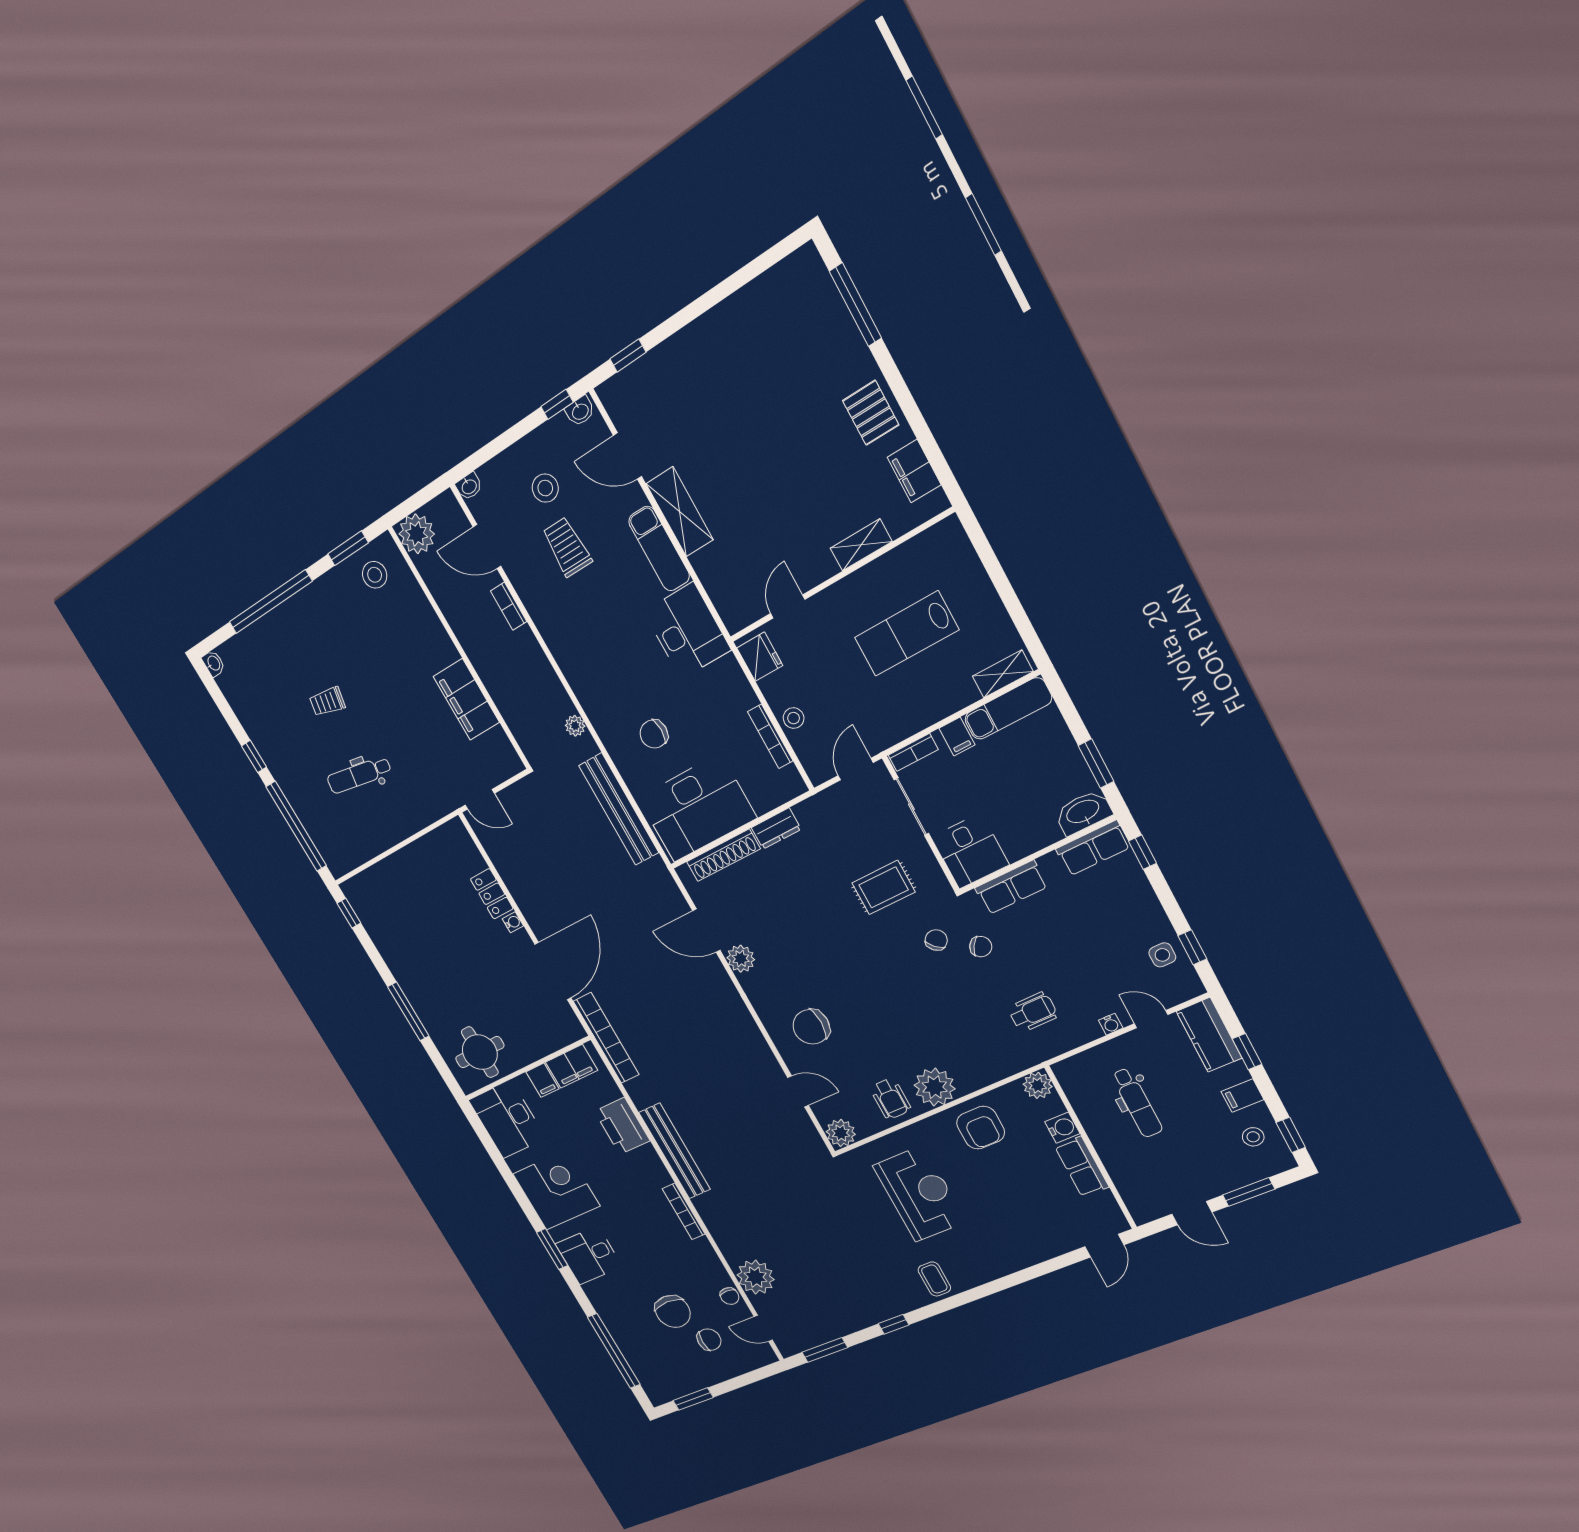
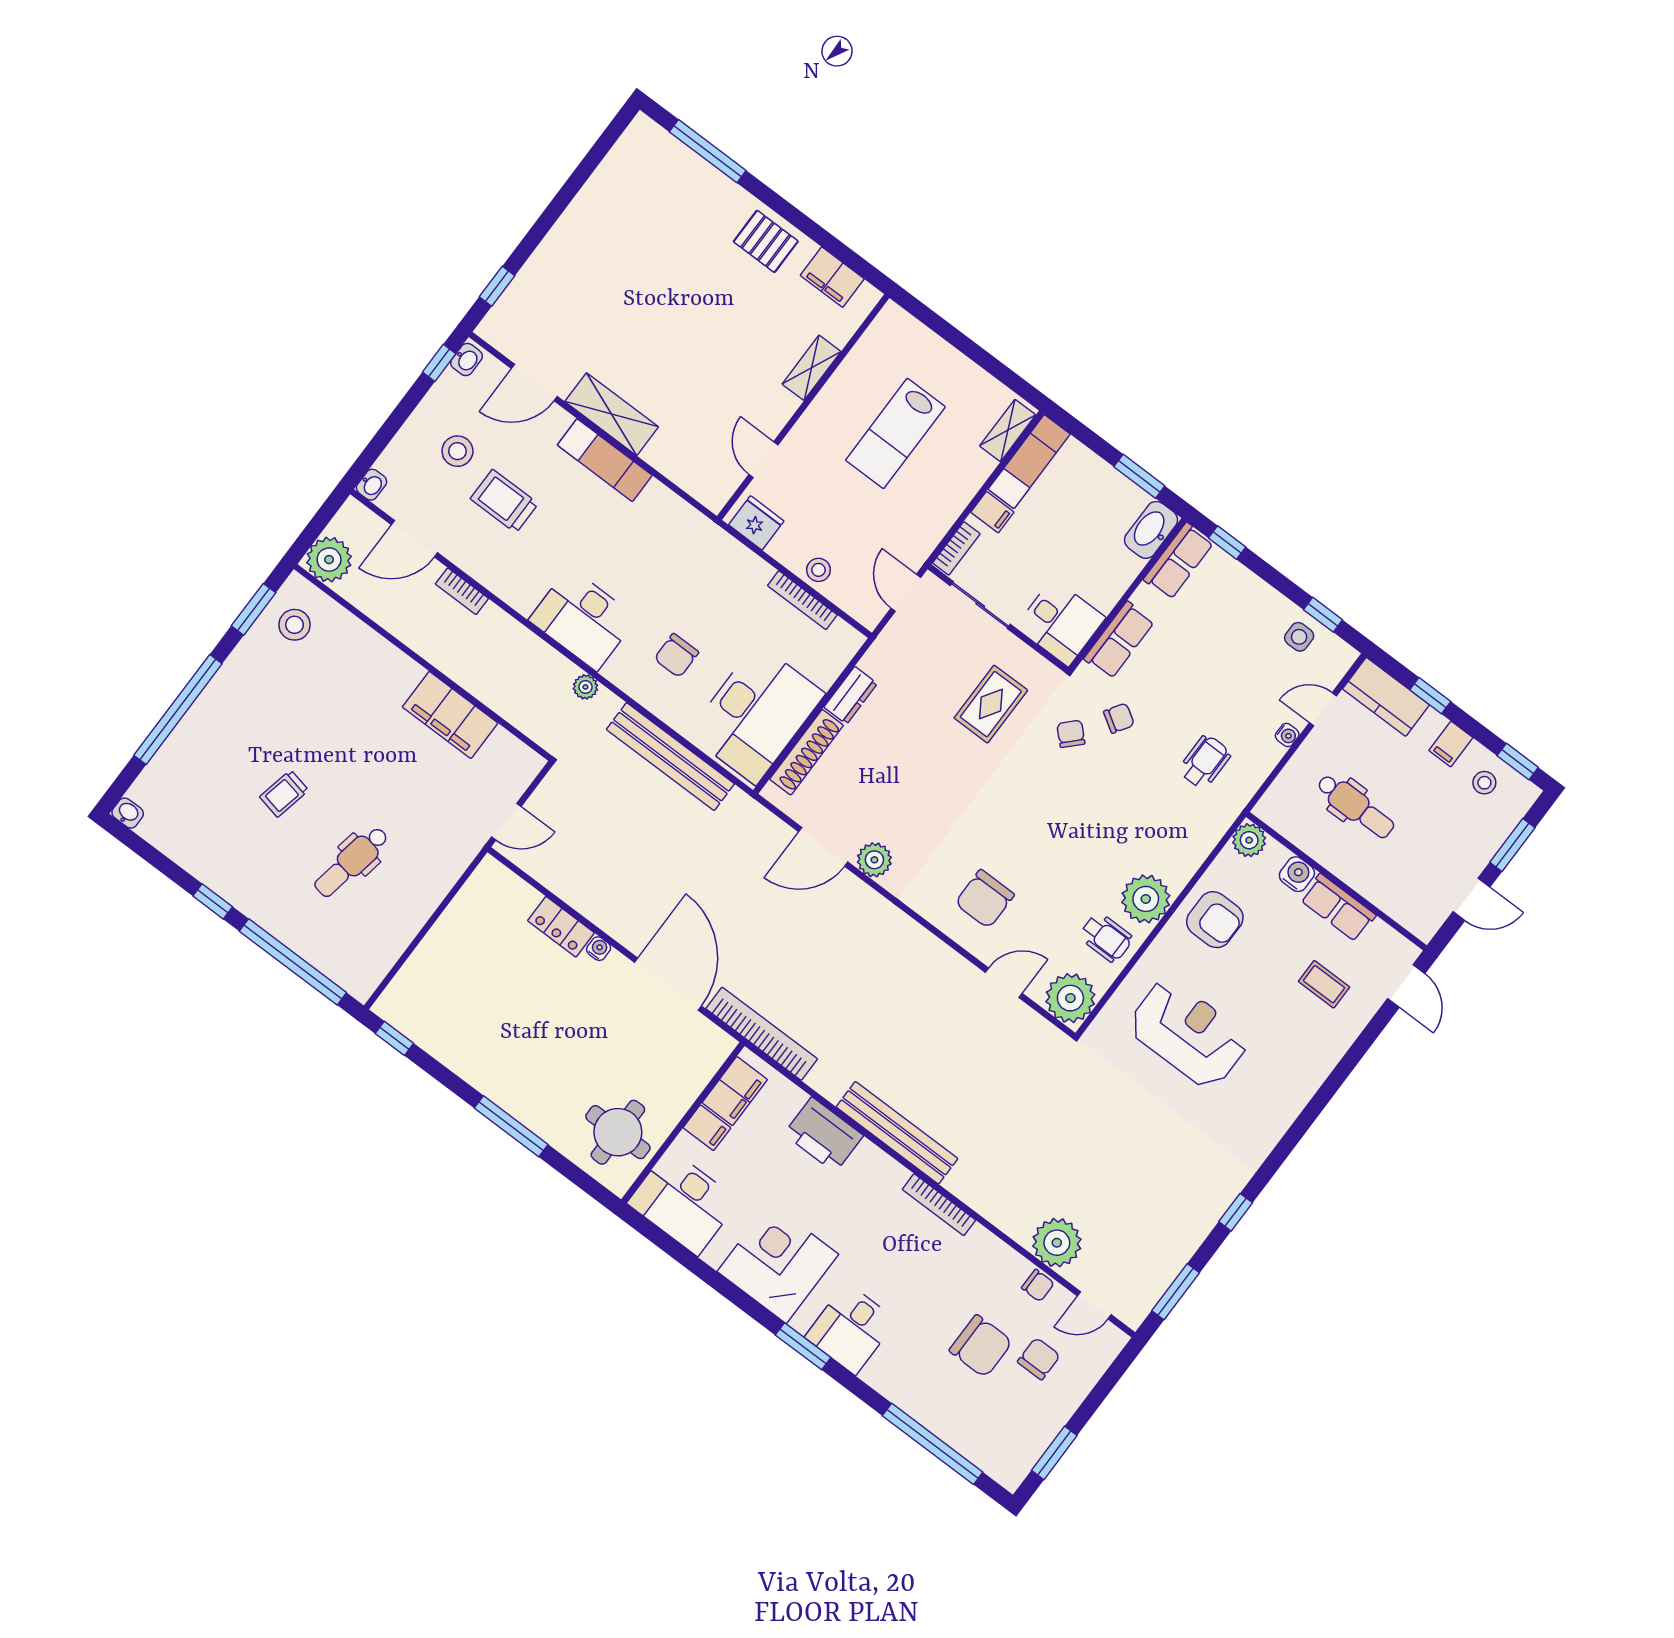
desk: (687, 631) -> (583, 619), moved, turned 180
plant: (841, 1133) -> (1070, 998), width x1.36, depth x1.36
coffee table: (934, 1279) -> (1324, 984), moved

